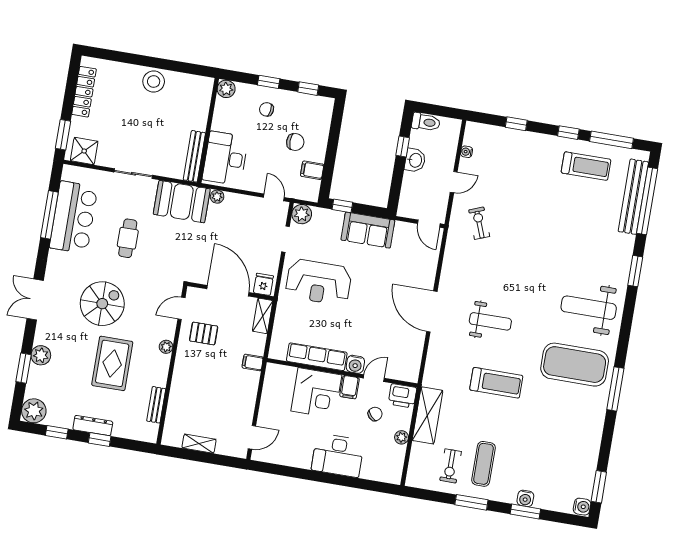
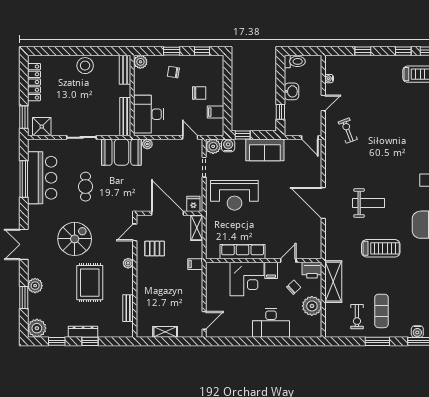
bench: (204, 96) -> (125, 70), added
window: (403, 146) -> (280, 112), moved
water cooler: (355, 364) -> (228, 145), moved, turned 180
plant: (402, 437) -> (312, 306), width x1.88, depth x1.88

